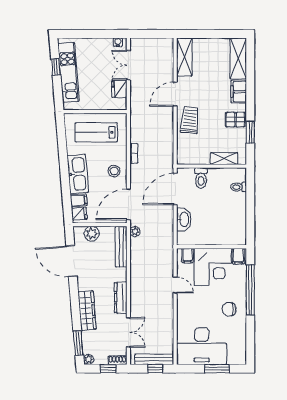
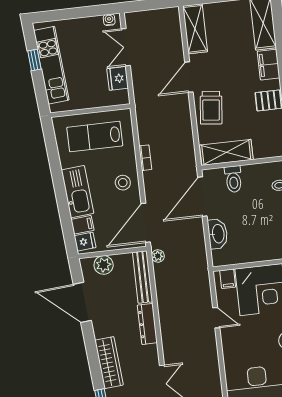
trolley: (190, 120) -> (211, 108), turned 180
shelving: (224, 159) -> (226, 152), moved, width x1.50, depth x1.33
dresser: (121, 298) -> (147, 324), moved

